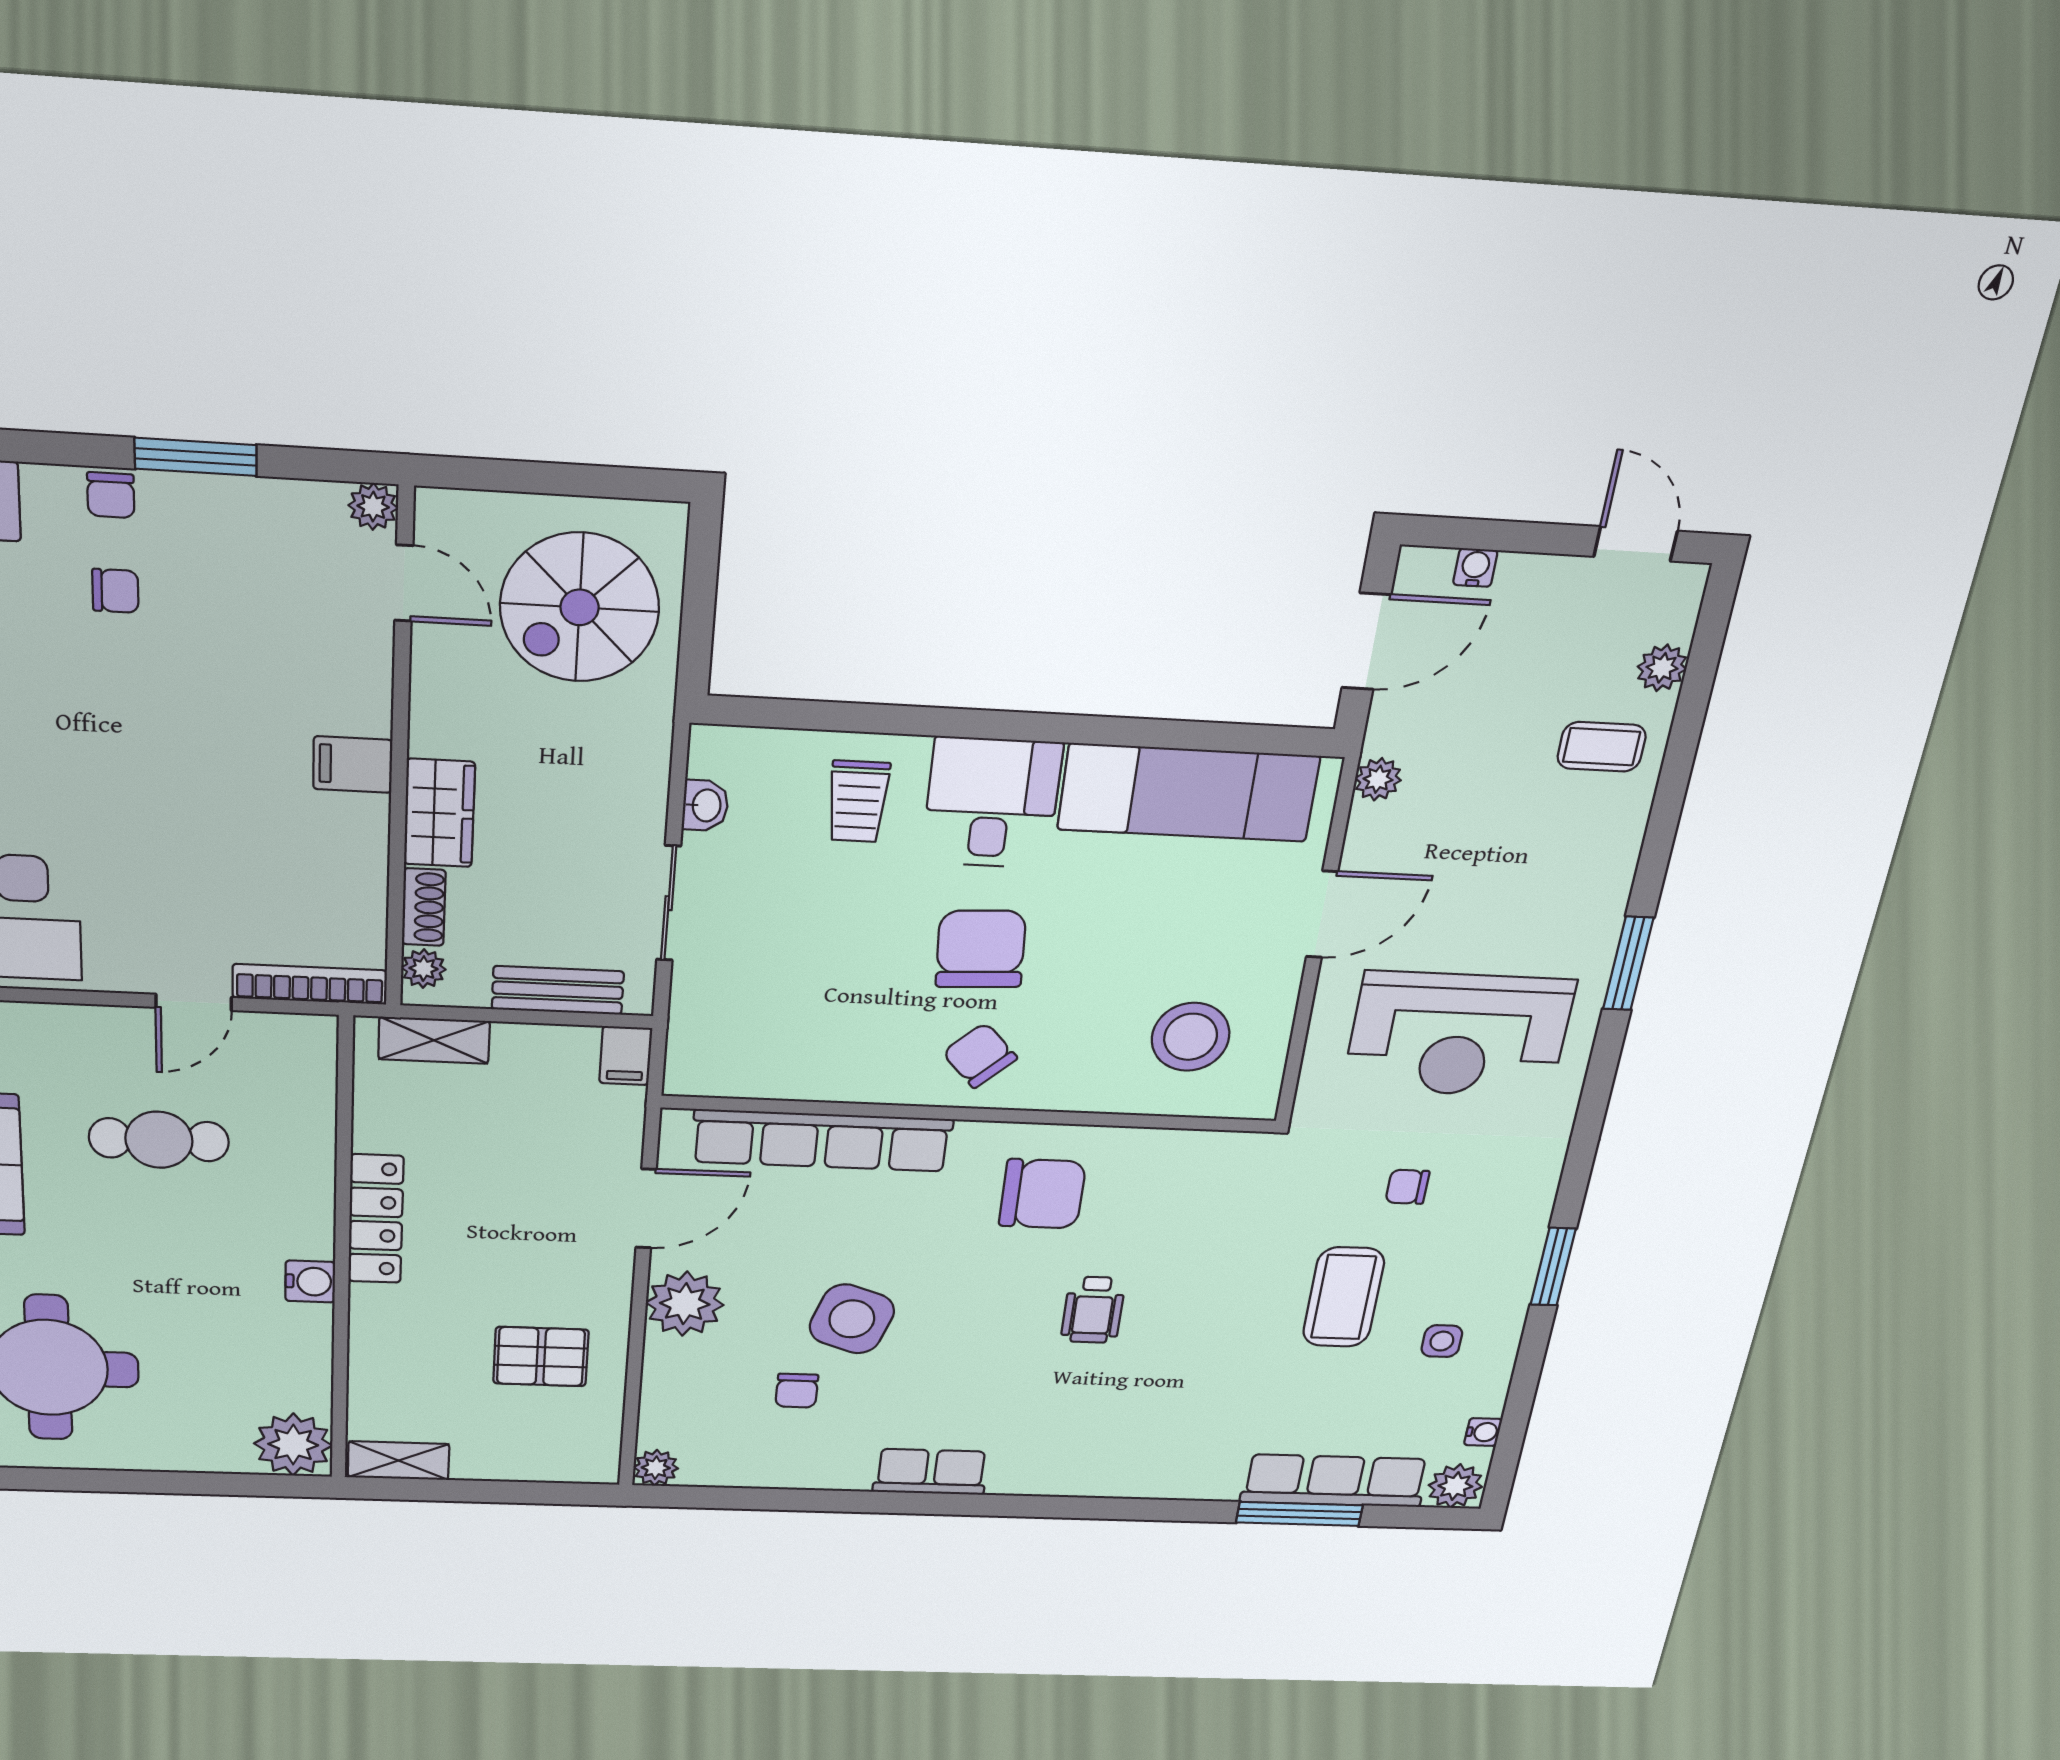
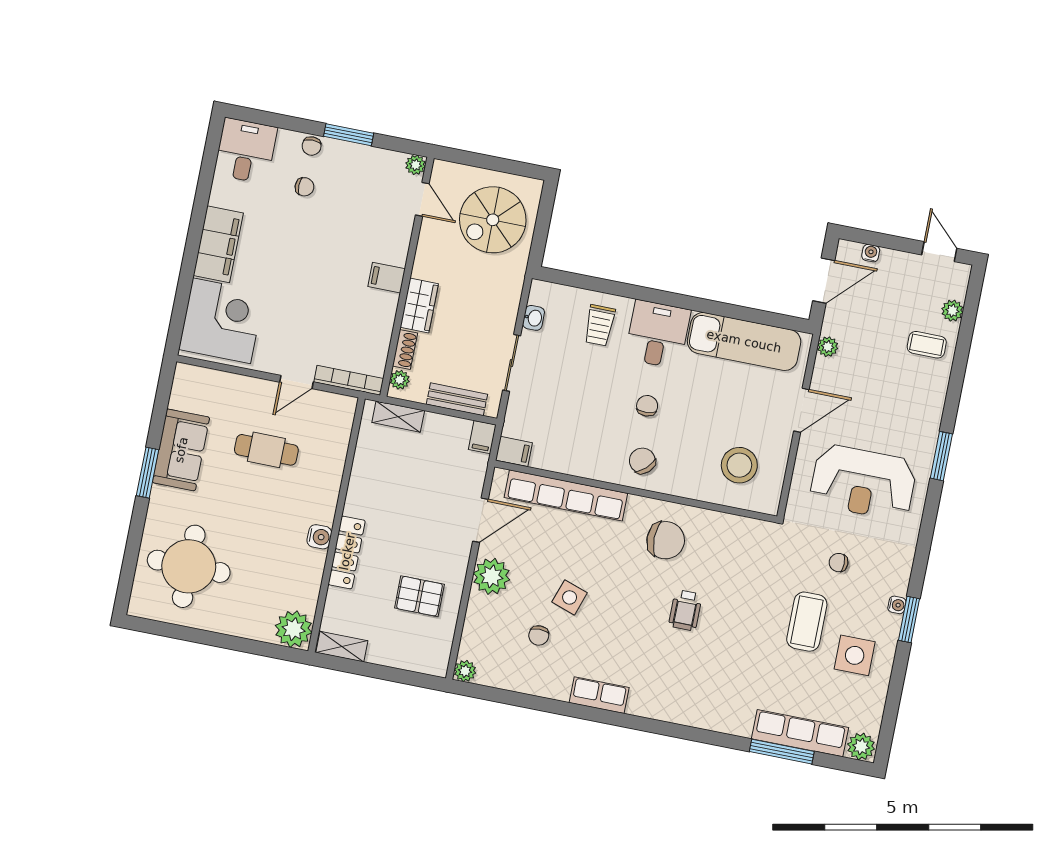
chair: (981, 949) -> (647, 406), width x0.54, depth x0.54
filing cabinet: (699, 1074) -> (514, 451), added
locker: (376, 1219) -> (347, 552), moved
side table: (852, 1319) -> (570, 597), width x0.73, depth x0.73
side table: (1442, 1341) -> (855, 655), width x1.87, depth x1.87
water cooler: (1483, 1432) -> (897, 605), moved

